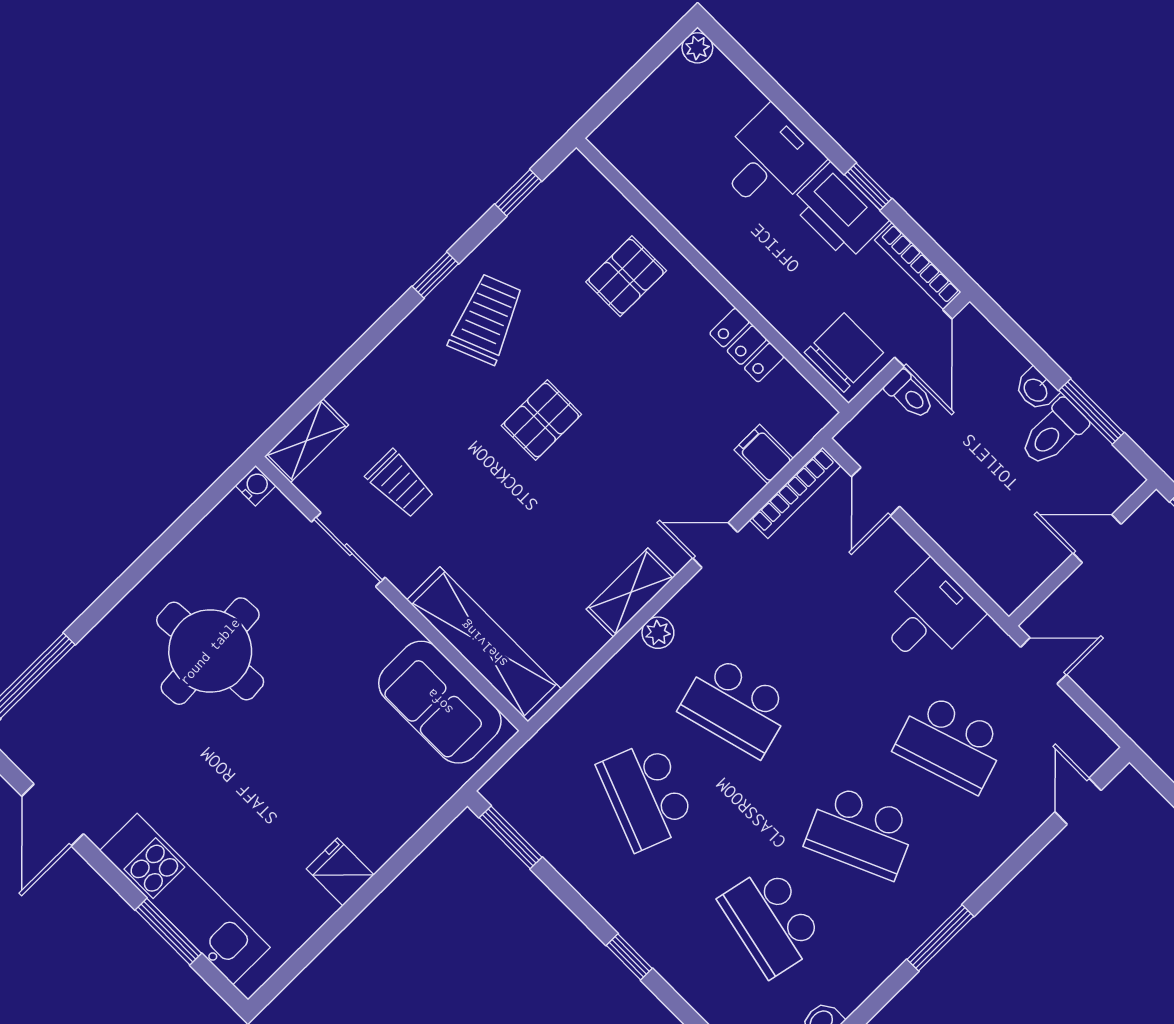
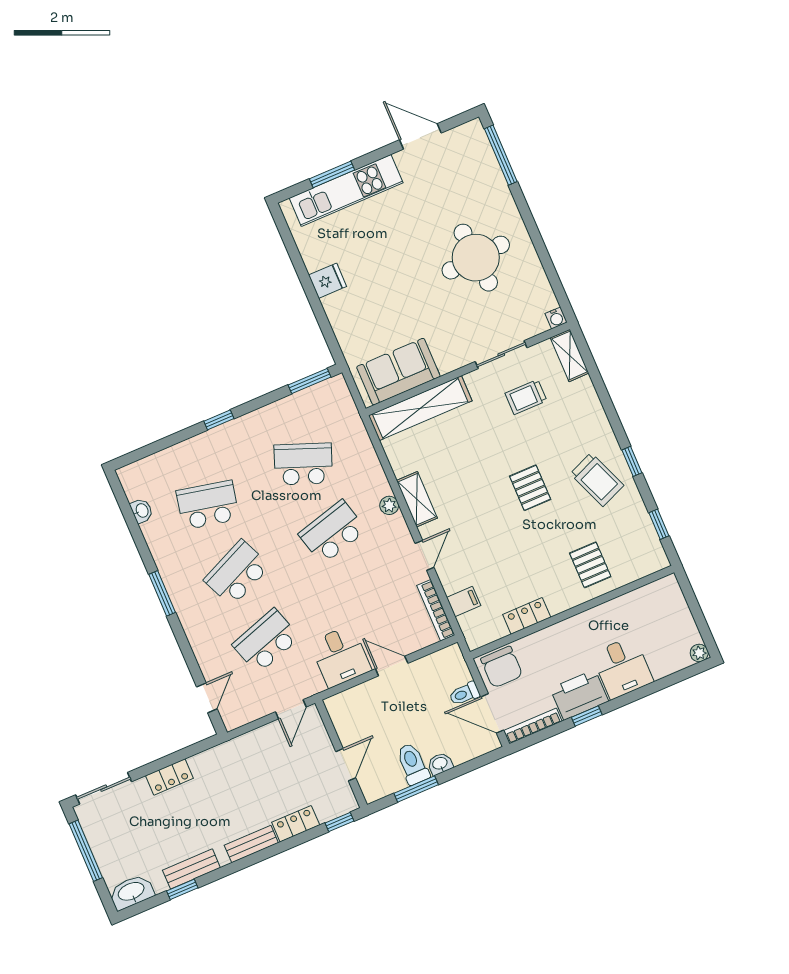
door: (876, 492) -> (392, 666), moved
door: (1078, 801) -> (207, 698), hinge flipped

